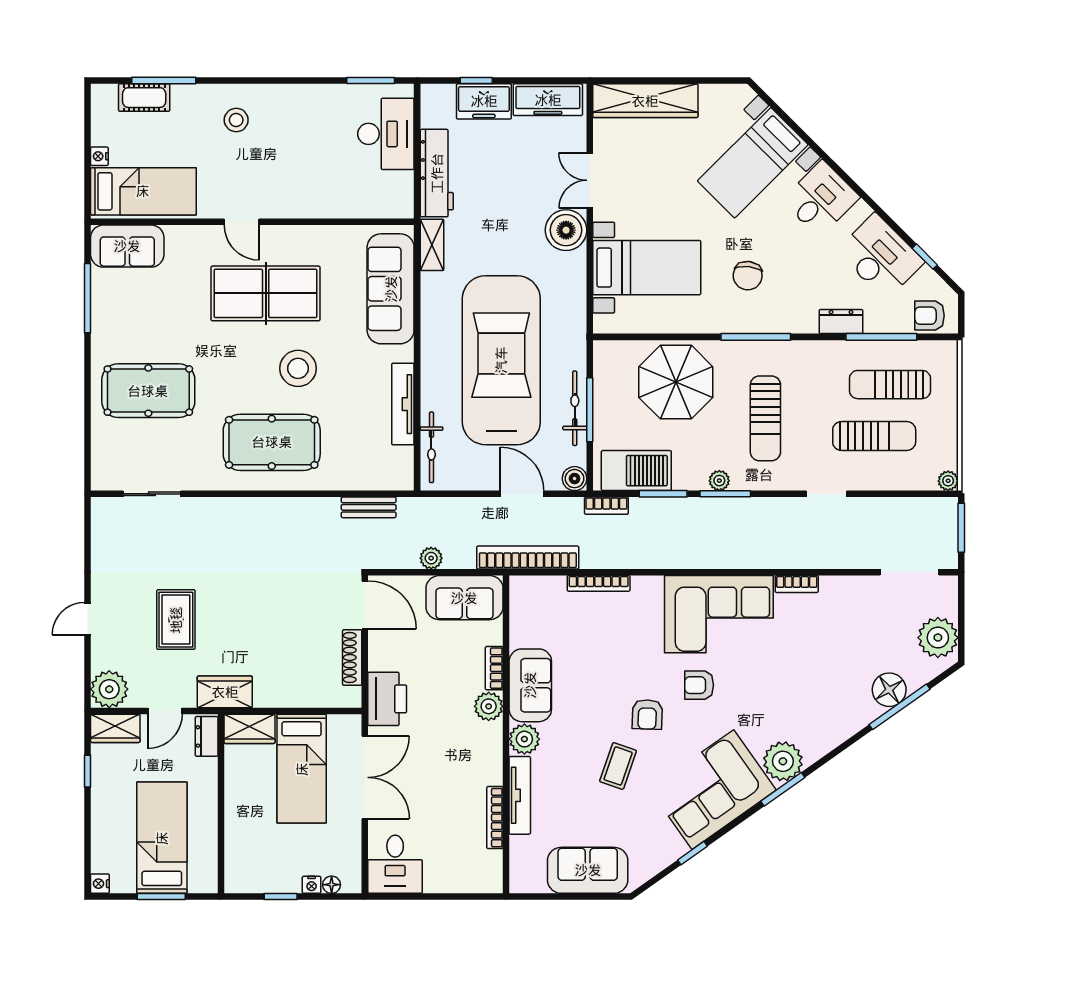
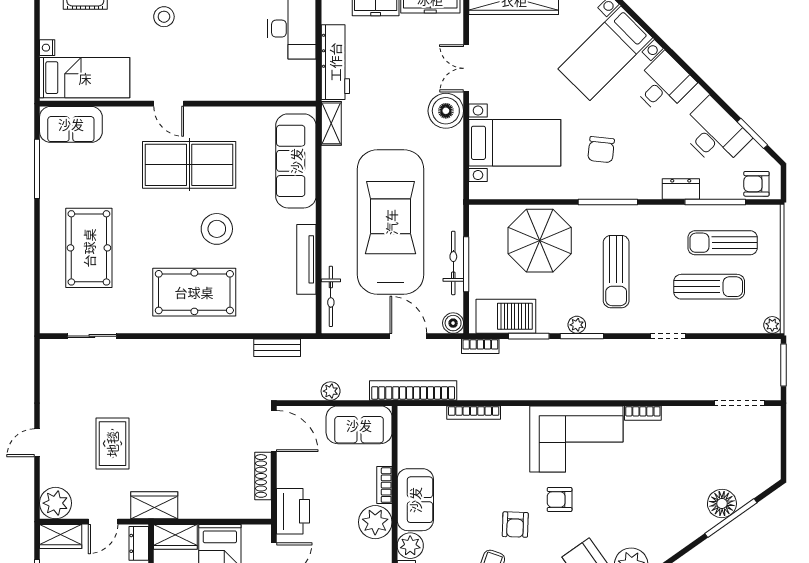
window: (925, 257) -> (752, 133), width x1.50
pool table: (148, 391) -> (89, 248), turned 90
plant: (938, 638) -> (764, 459), removed
plant: (489, 706) -> (375, 522), width x1.36, depth x1.36

